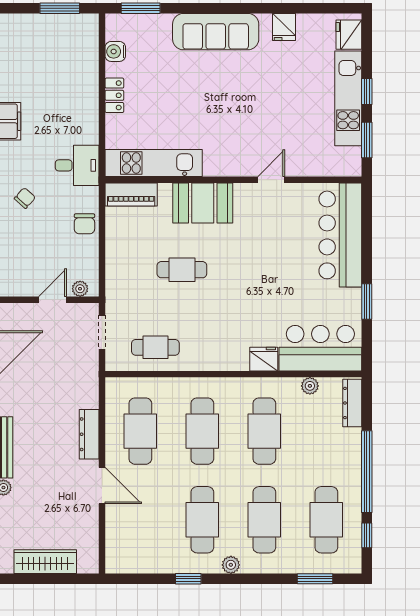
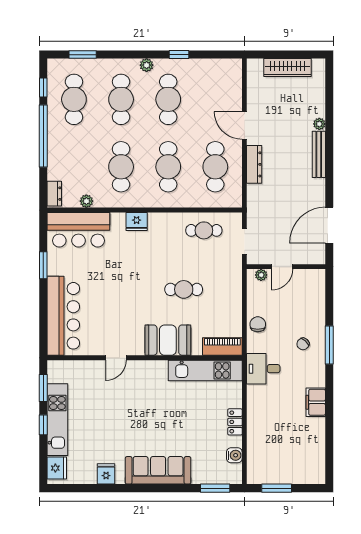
fridge: (264, 359) -> (137, 222), moved
dresser: (352, 403) -> (54, 194), width x0.70

